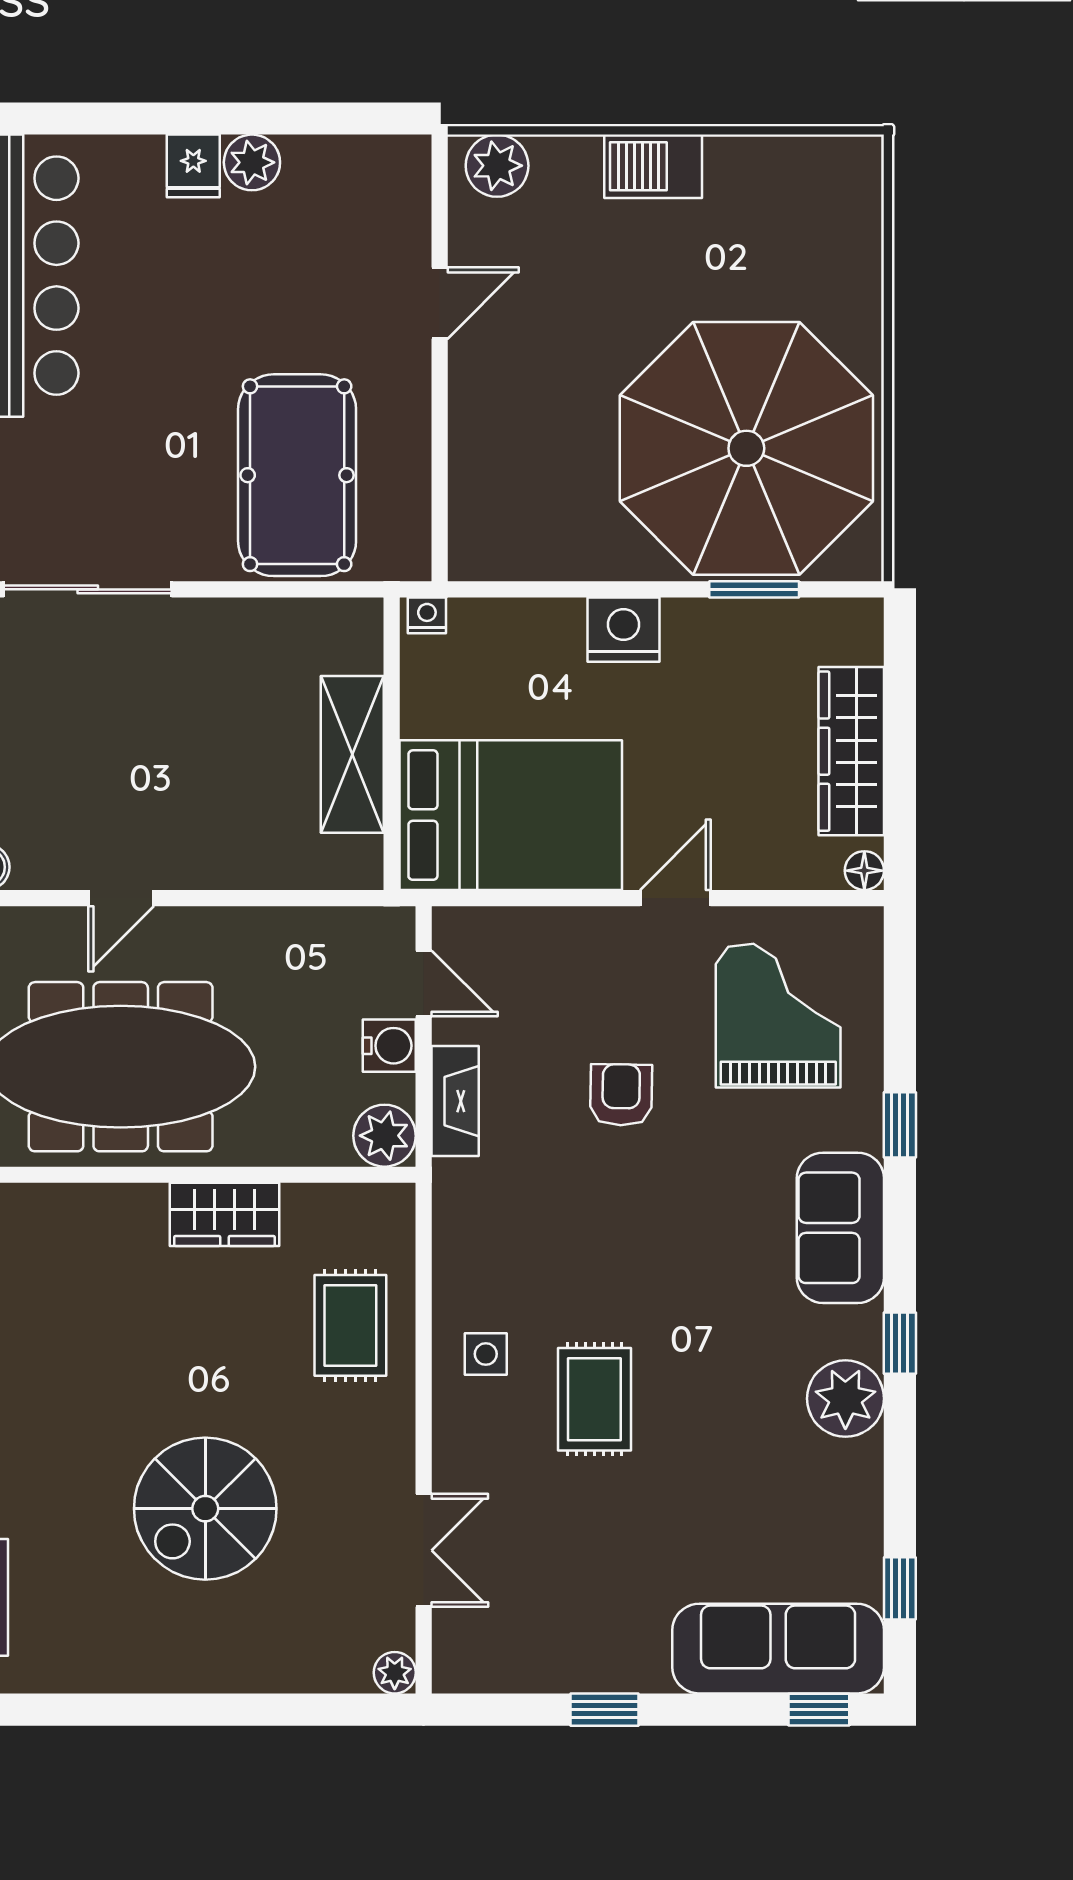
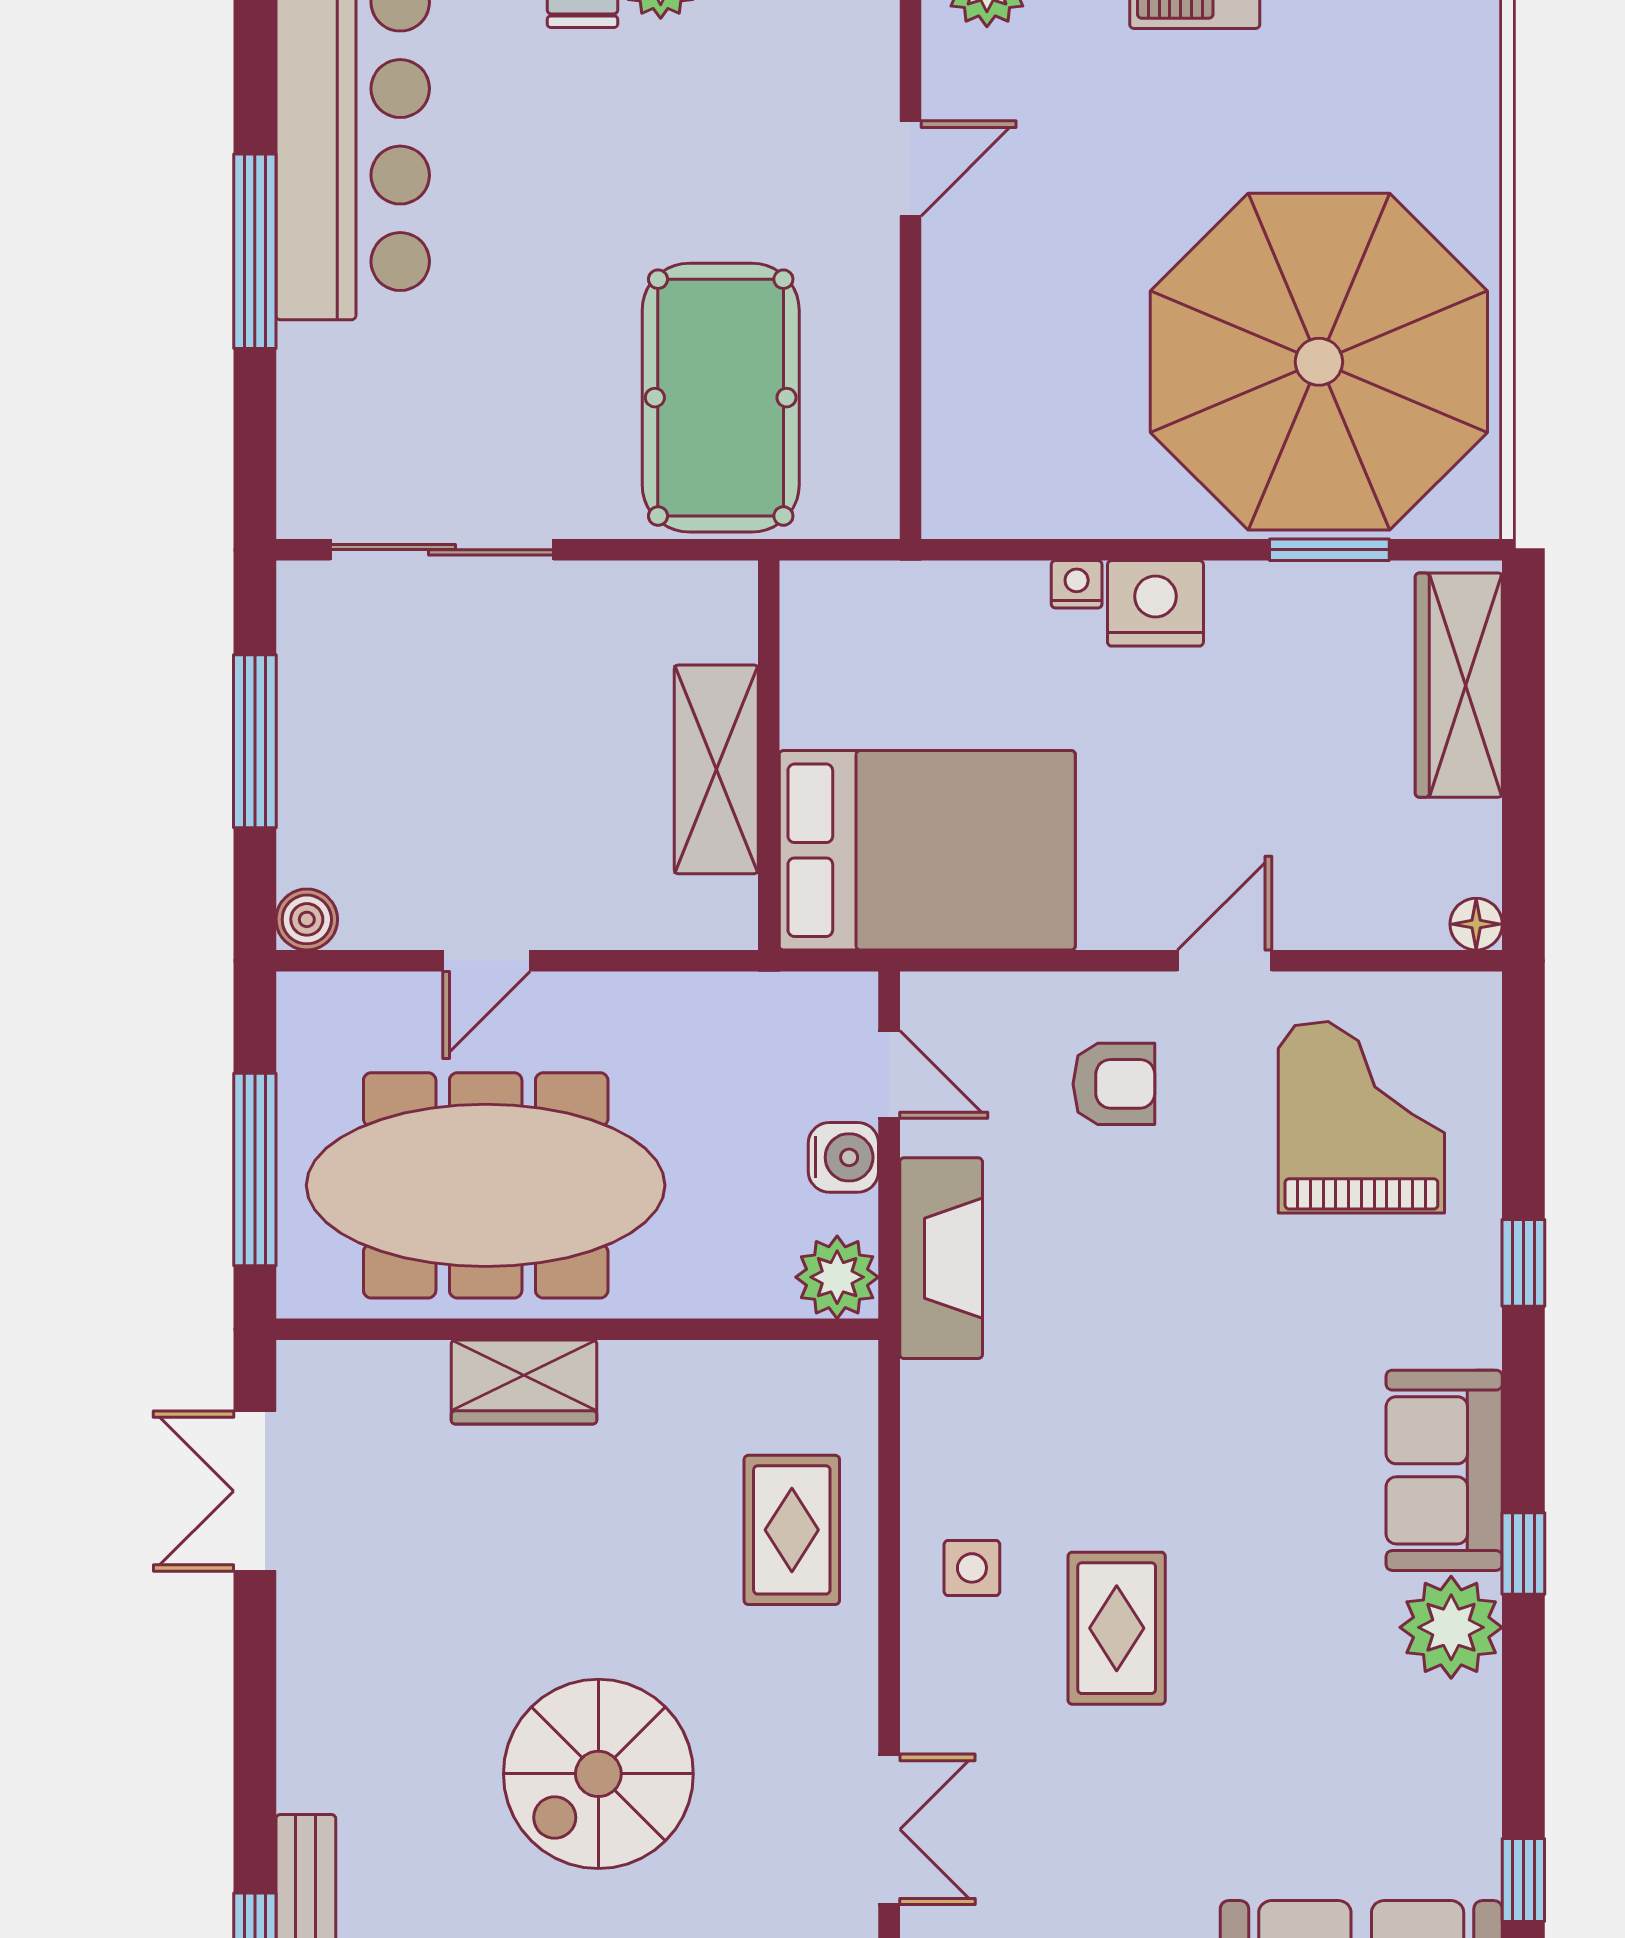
nightstand: (427, 615) -> (1077, 584), moved
wall: (392, 744) -> (769, 755), moved
wardrobe: (851, 751) -> (1459, 685), moved
shelving: (352, 754) -> (716, 769), moved
bed: (511, 815) -> (927, 850), moved
armchair: (621, 1095) -> (1114, 1084), moved, turned 89
fireplace: (455, 1101) -> (941, 1258), width x1.37, depth x1.32
wardrobe: (224, 1214) -> (524, 1382), moved
sofa: (840, 1228) -> (1444, 1470), moved

